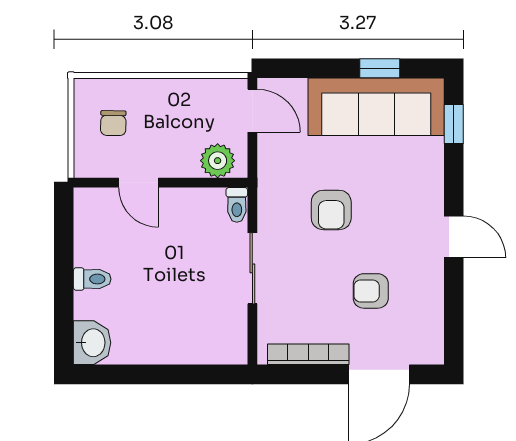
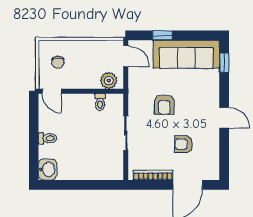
window: (380, 68) -> (162, 35), moved
door: (138, 183) -> (52, 91), moved
toilet: (237, 205) -> (100, 102), moved

